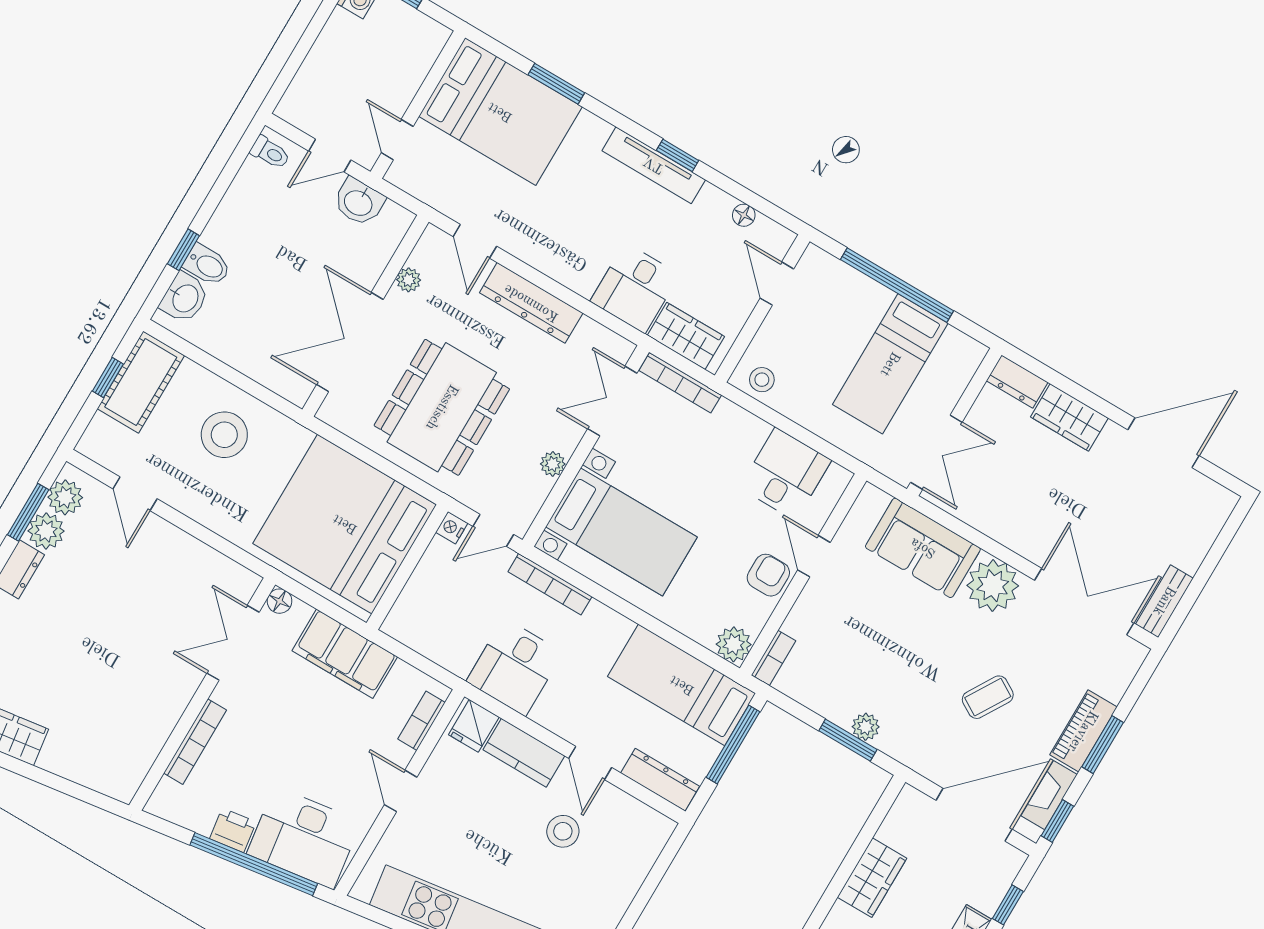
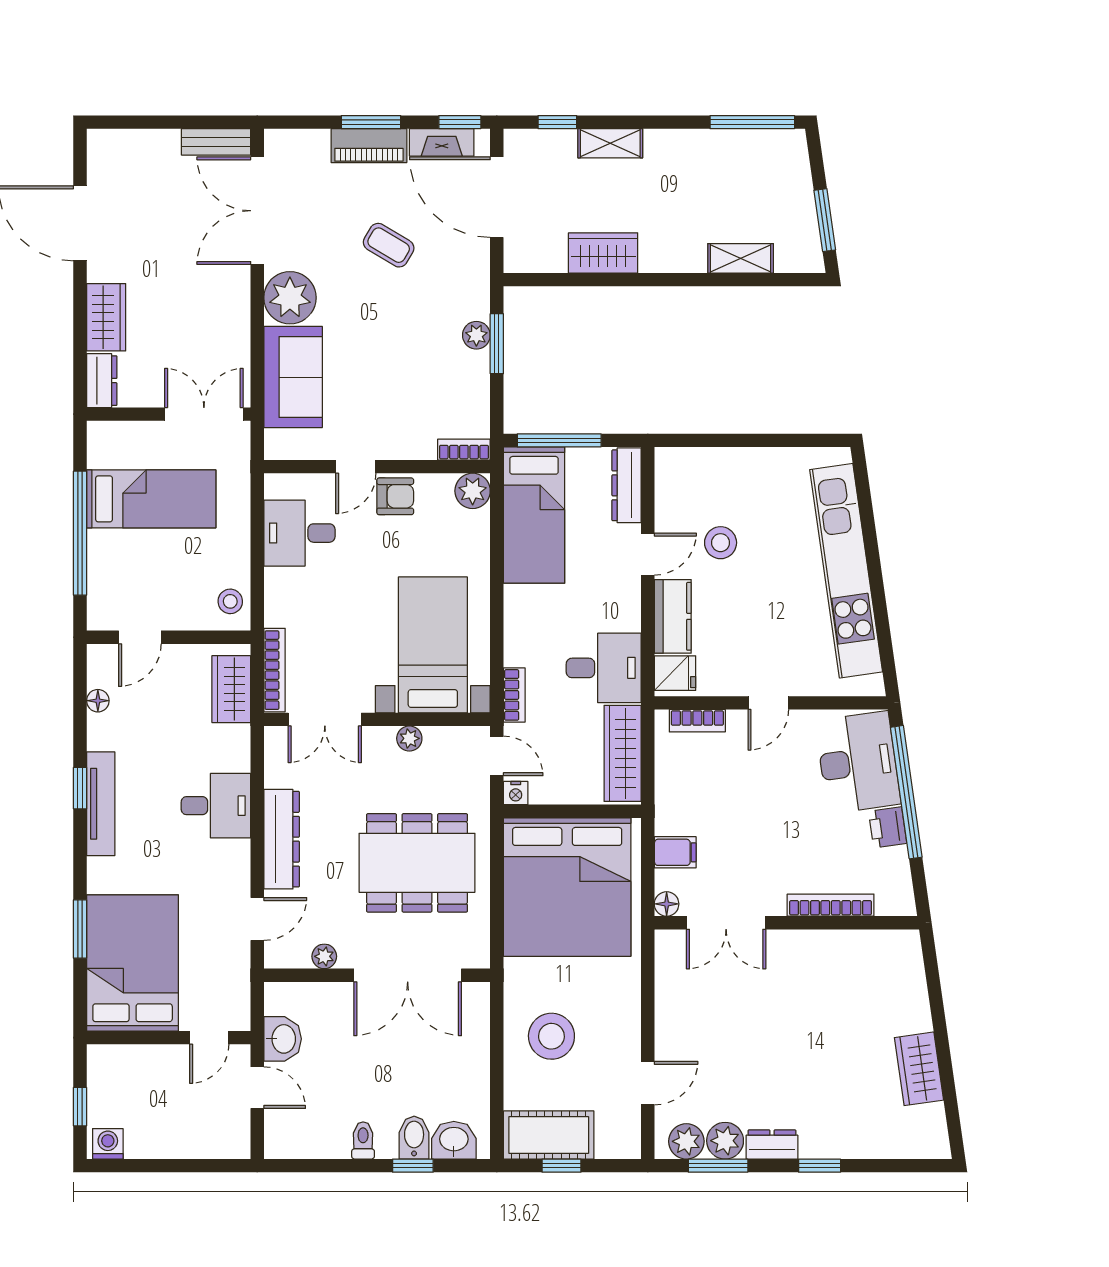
toilet: (270, 153) -> (363, 1141), moved
desk: (635, 288) -> (216, 806), moved
armchair: (768, 575) -> (395, 496), turned 180
bookcase: (550, 584) -> (514, 695), width x0.64
wardrobe: (431, 640) -> (623, 753), added
filing cabinet: (345, 654) -> (675, 852), width x0.33, depth x0.86

